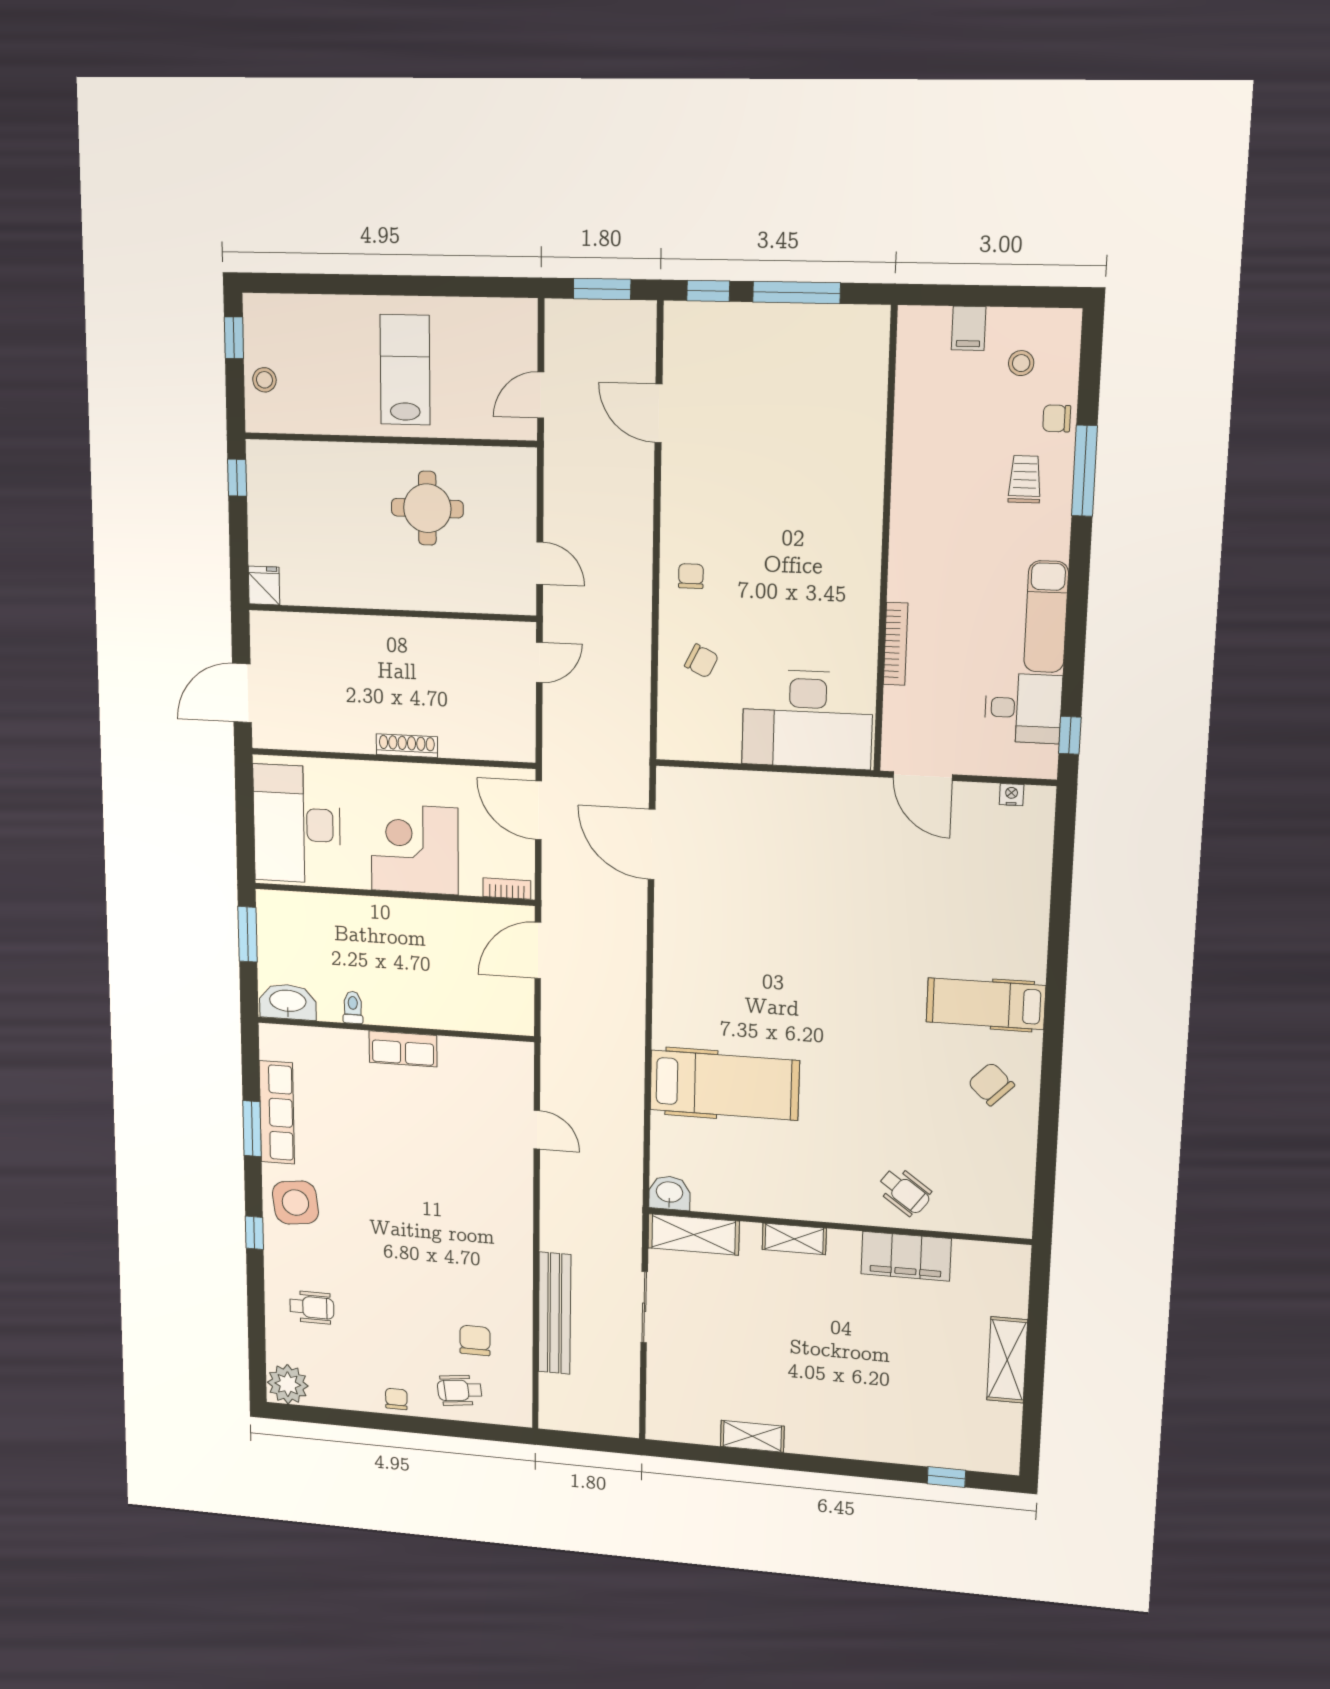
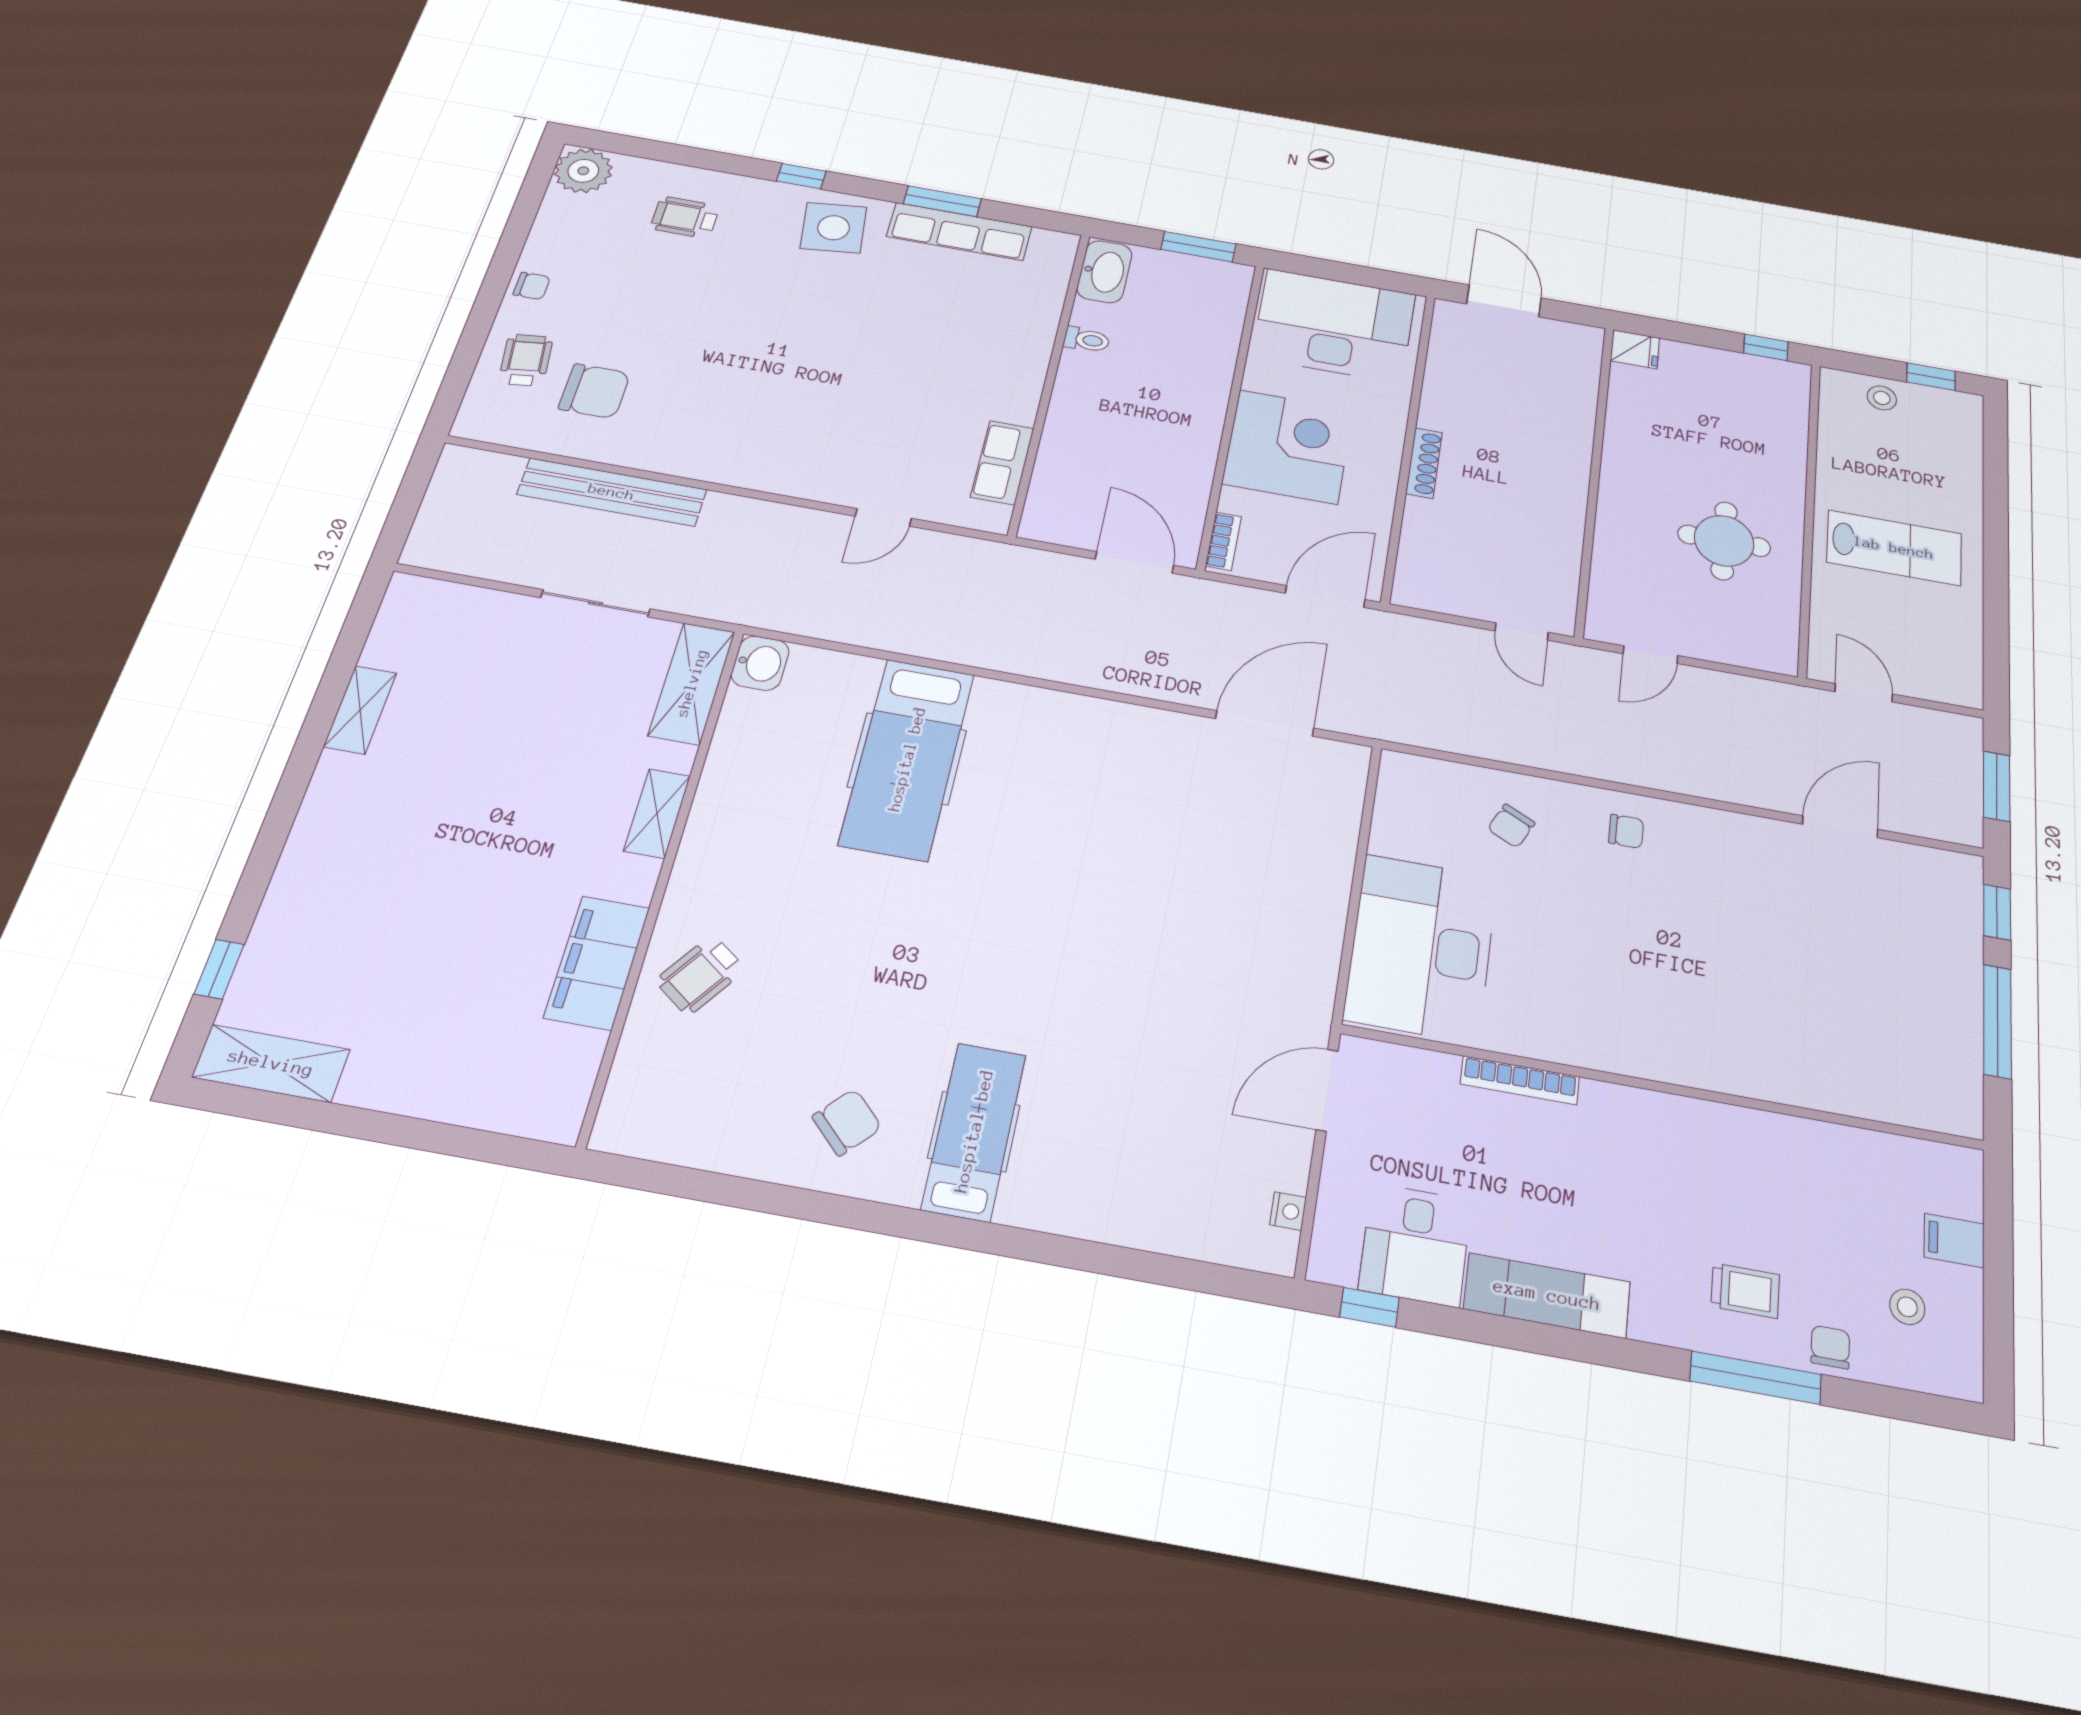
row of seats: (403, 1049) -> (1002, 463), moved
wheelchair: (312, 1307) -> (685, 217), turned 90
chair: (475, 1340) -> (594, 391), width x1.37, depth x1.37
shelving: (1007, 1360) -> (271, 1063), moved

